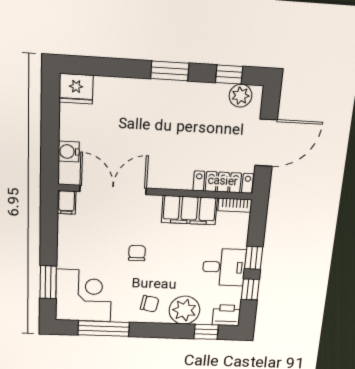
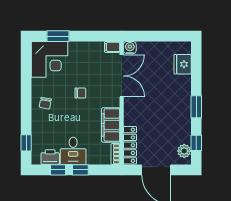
fridge: (76, 89) -> (183, 64), moved
water cooler: (69, 152) -> (130, 48), moved
plant: (184, 310) -> (42, 127), removed
printer: (226, 315) -> (50, 157), moved, turned -90
window: (104, 329) -> (26, 73), removed

